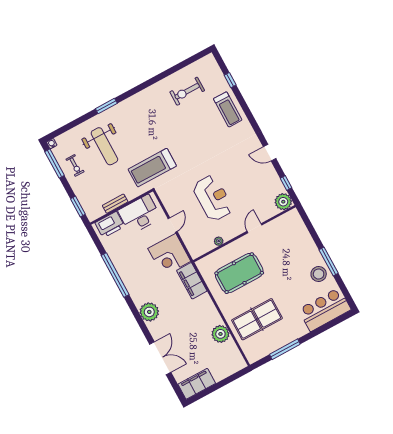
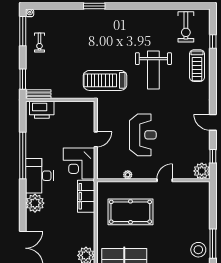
exercise bike: (187, 91) -> (186, 27), moved, turned -90
weight bench: (104, 146) -> (153, 70), moved
bench: (115, 204) -> (39, 94), moved
desk: (140, 214) -> (39, 176), moved, turned -90

